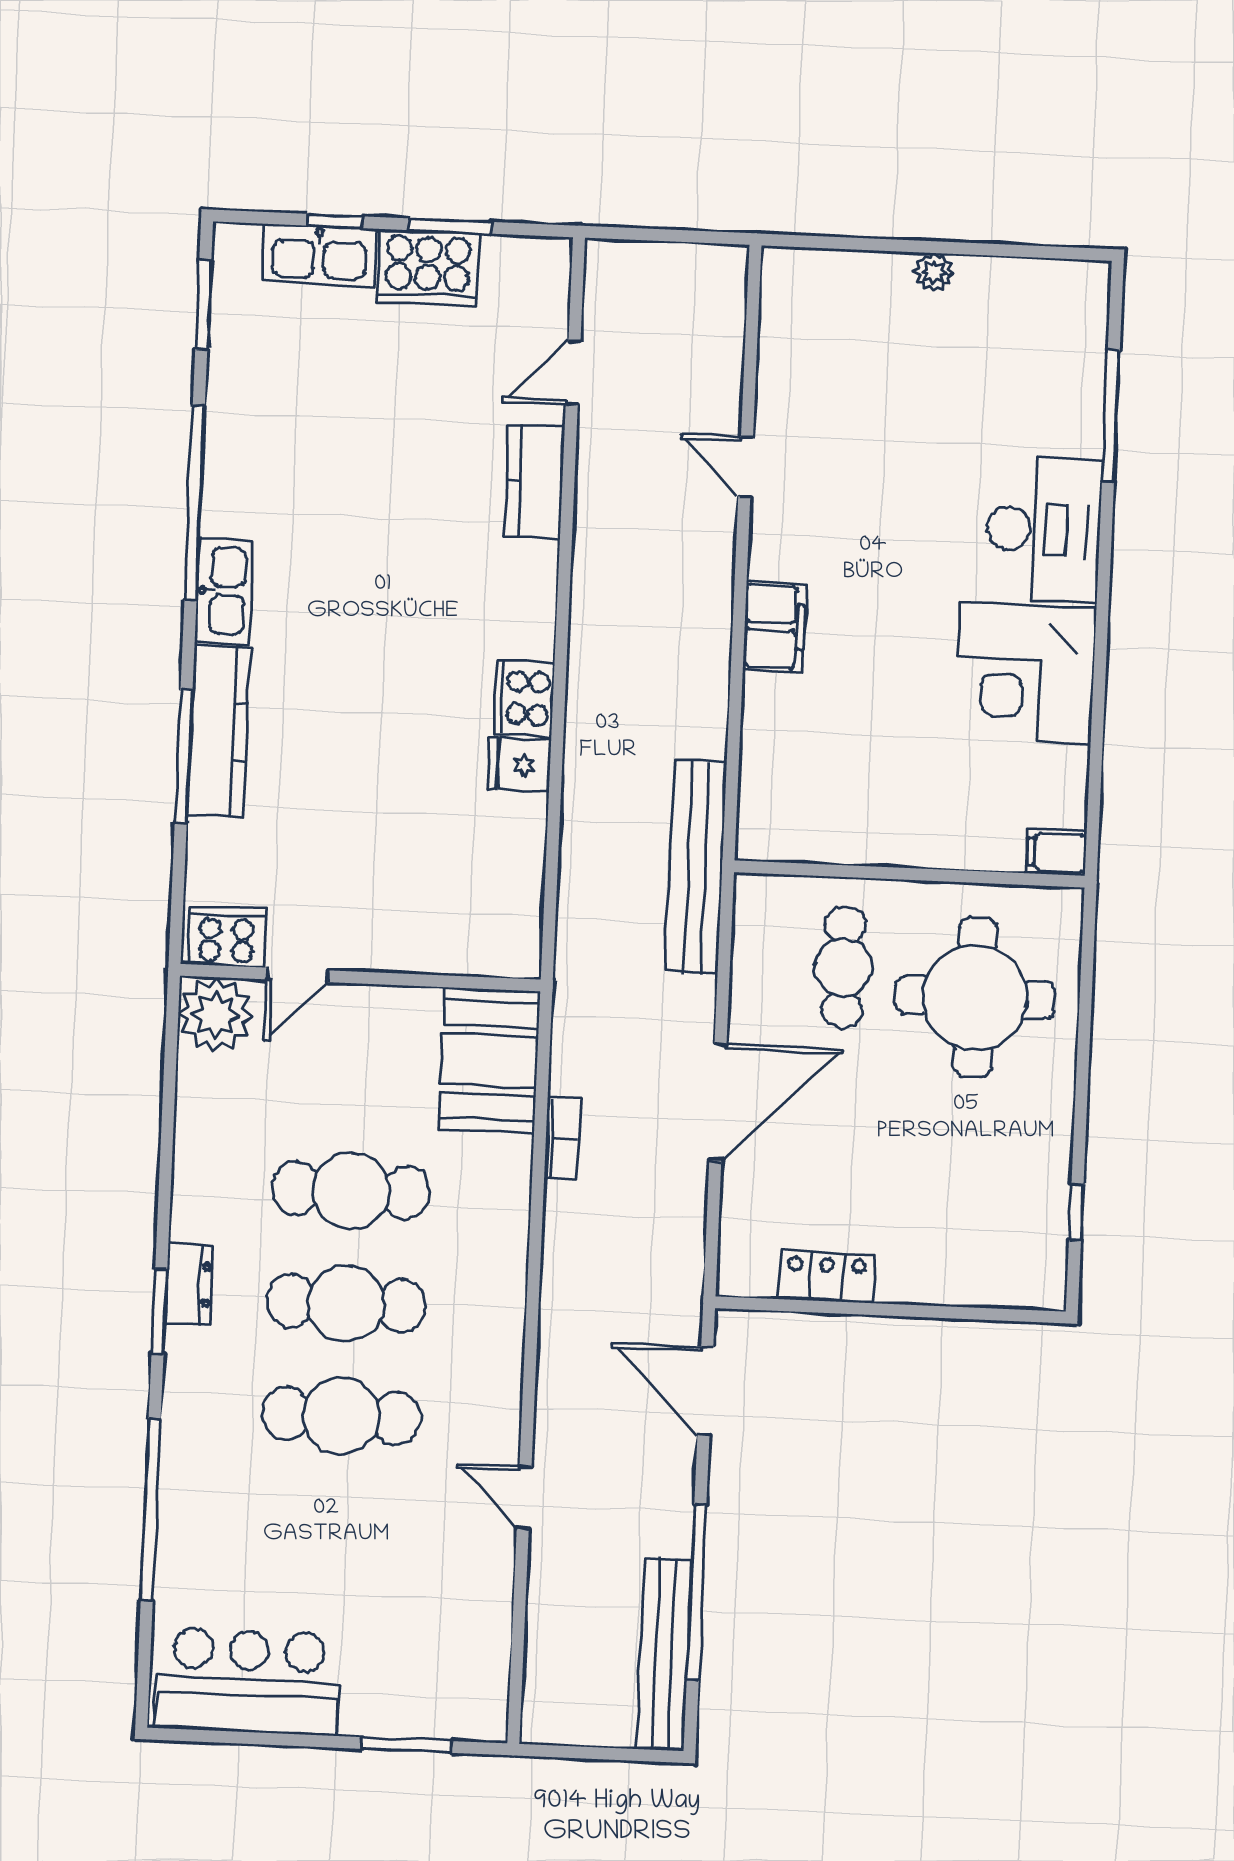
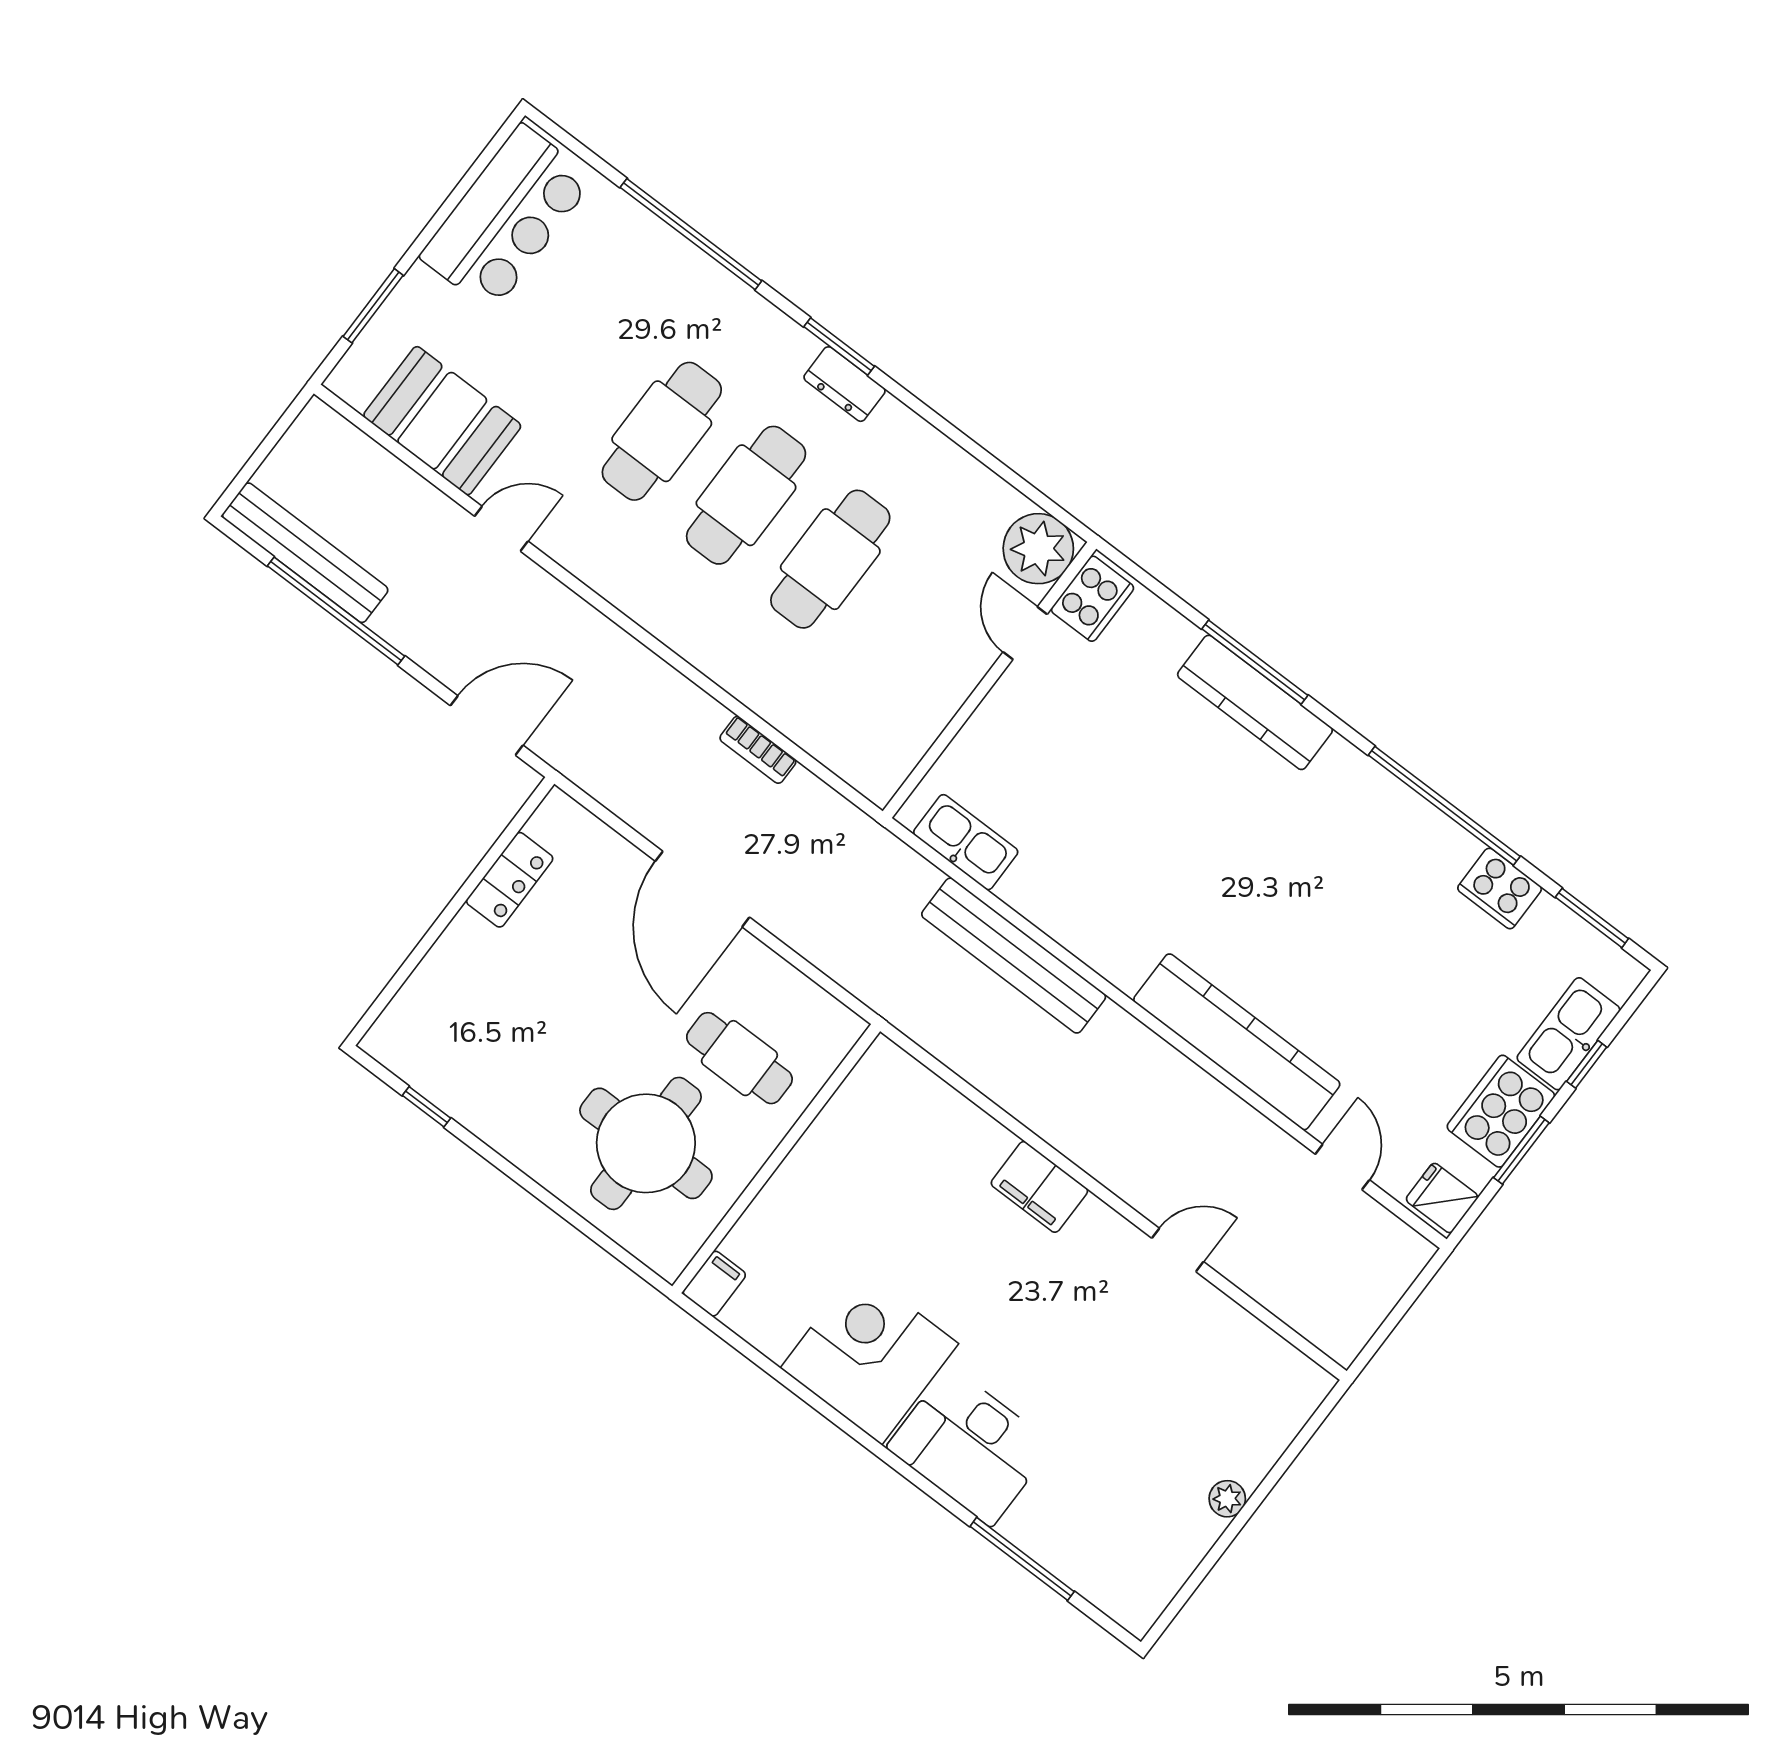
kitchen counter: (535, 481) -> (1237, 1042), width x2.08, depth x1.17
kitchen sink: (224, 591) -> (966, 842), moved, turned 180
cooker: (524, 698) -> (1500, 888), moved, turned 180
fridge: (519, 765) -> (1442, 1198), moved, turned -90
bench: (696, 867) -> (1014, 956), moved
booth: (489, 1060) -> (442, 421), moved

